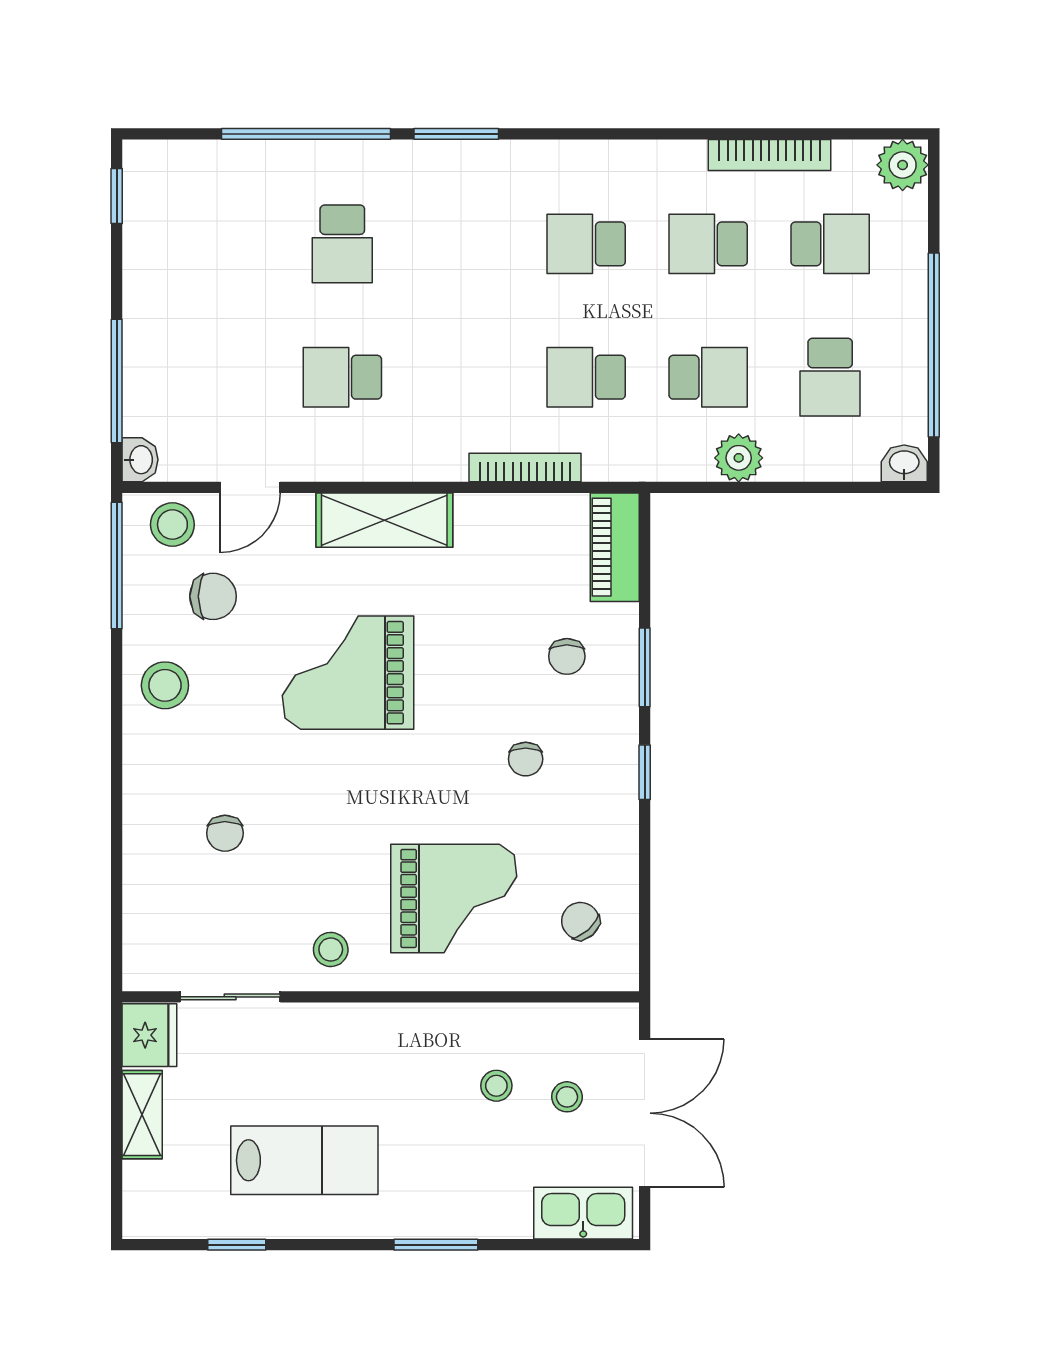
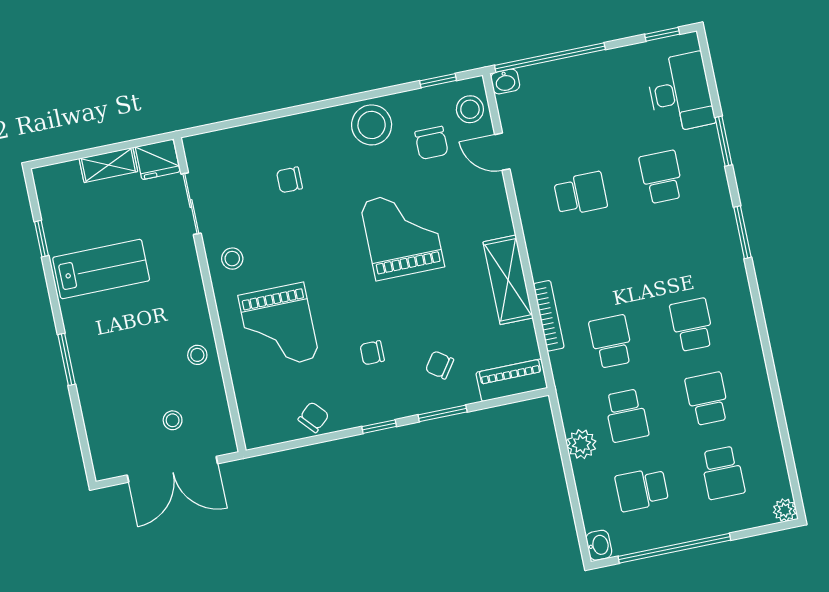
window: (306, 134) -> (724, 141), width x0.47
bookcase: (769, 155) -> (769, 425), removed
plant: (903, 165) -> (785, 510), width x0.73, depth x0.73
desk: (215, 186) -> (680, 93), added
school desk: (342, 244) -> (661, 177), turned 90
school desk: (342, 377) -> (581, 194), turned 90
window: (117, 381) -> (550, 57), width x1.46
shelving: (384, 520) -> (508, 280), moved
window: (117, 566) -> (438, 81), width x0.46
chair: (567, 656) -> (440, 365), turned 35
stool: (165, 685) -> (372, 125), width x1.38, depth x1.38
chair: (580, 921) -> (314, 417), moved
stool: (496, 1086) -> (197, 355), moved
lab bench: (304, 1160) -> (101, 269), turned -90
kitchen sink: (583, 1213) -> (104, 445), removed

